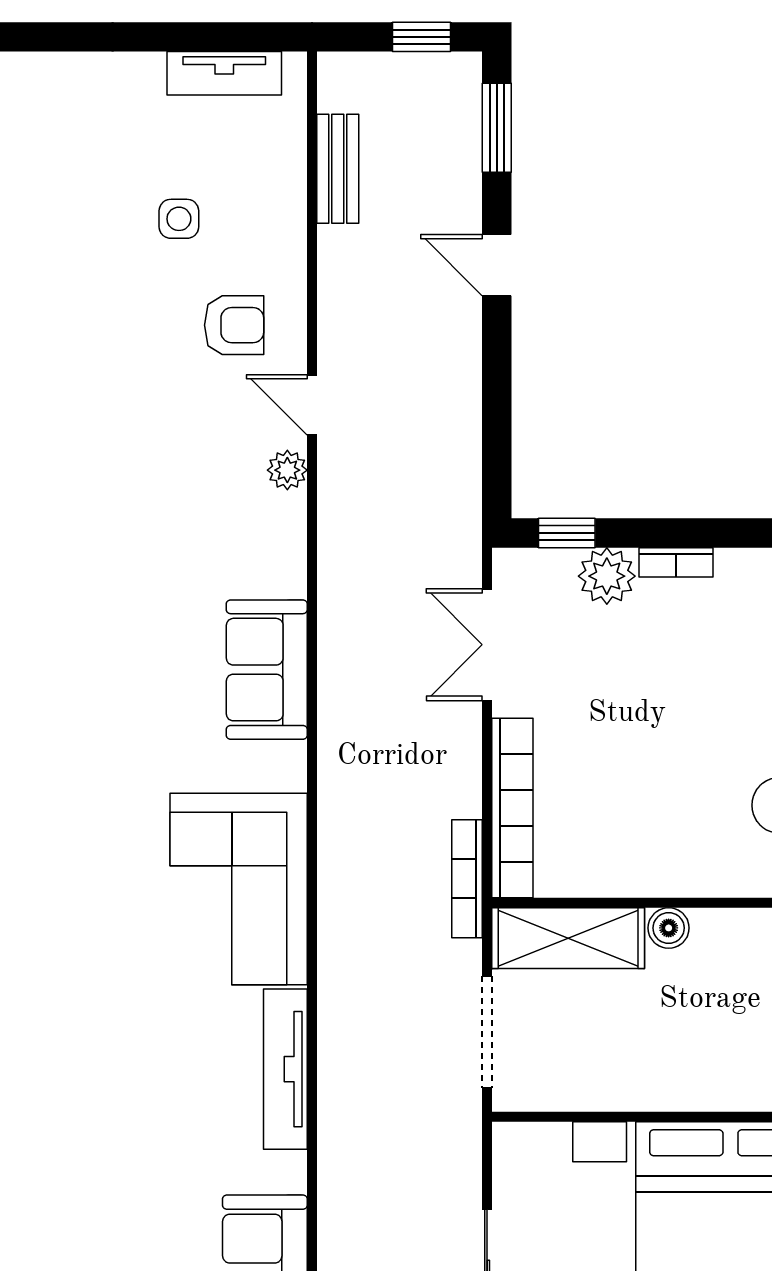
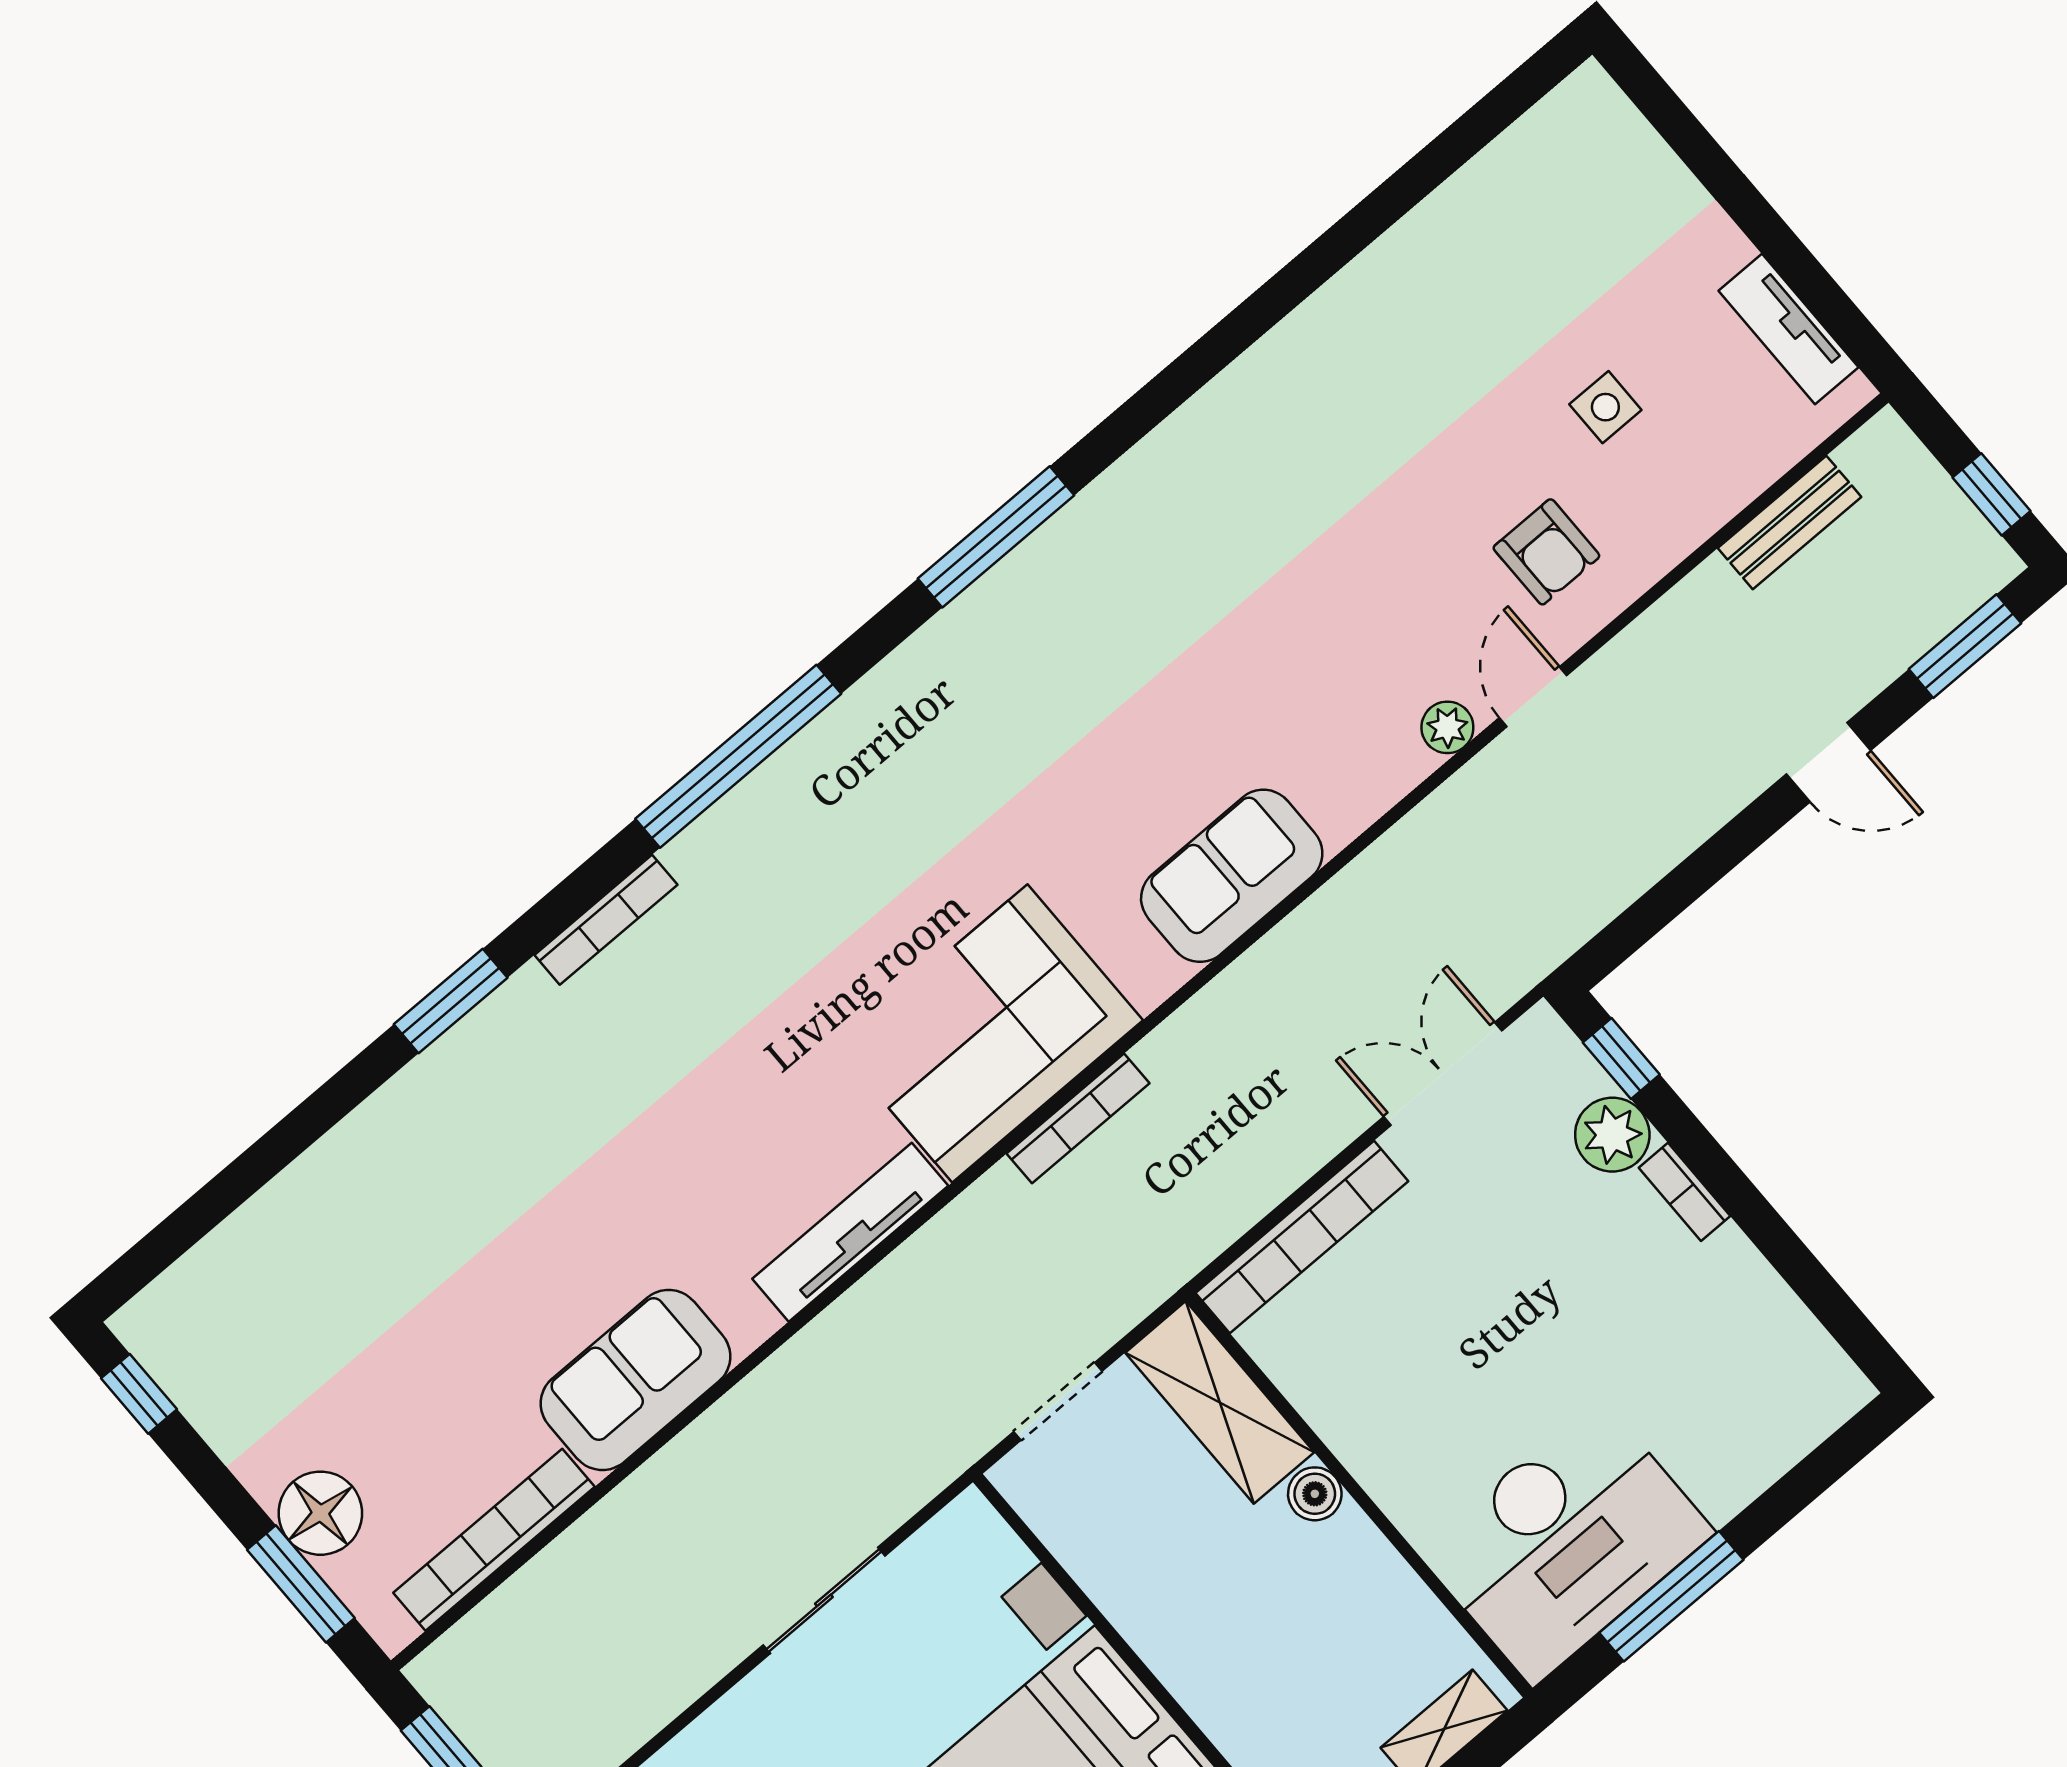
door: (497, 265) -> (1828, 762), swing flipped
bookcase: (467, 879) -> (1078, 1118), moved, turned 180
doorway: (487, 1032) -> (1058, 1401), width x0.73

